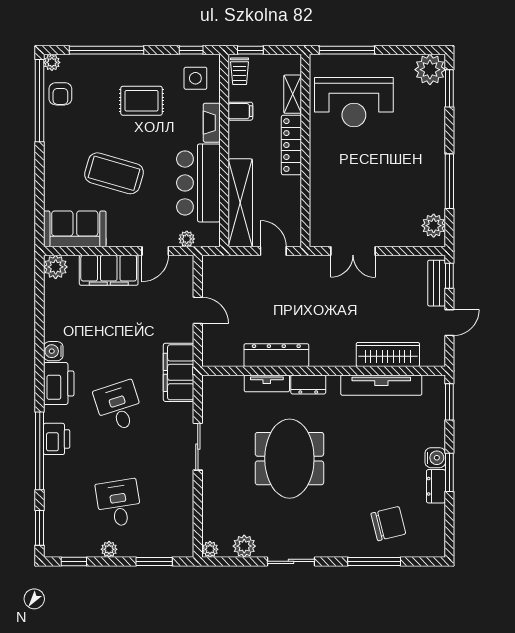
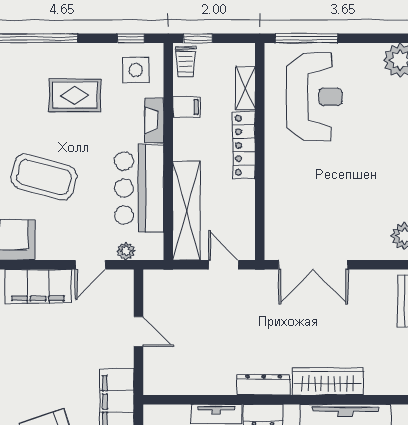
reception desk: (354, 102) -> (314, 97), turned -90
double door: (353, 251) -> (313, 265), width x1.37
wardrobe: (388, 354) -> (328, 381), moved
dresser: (276, 355) -> (264, 385), moved, width x0.73, depth x0.80

